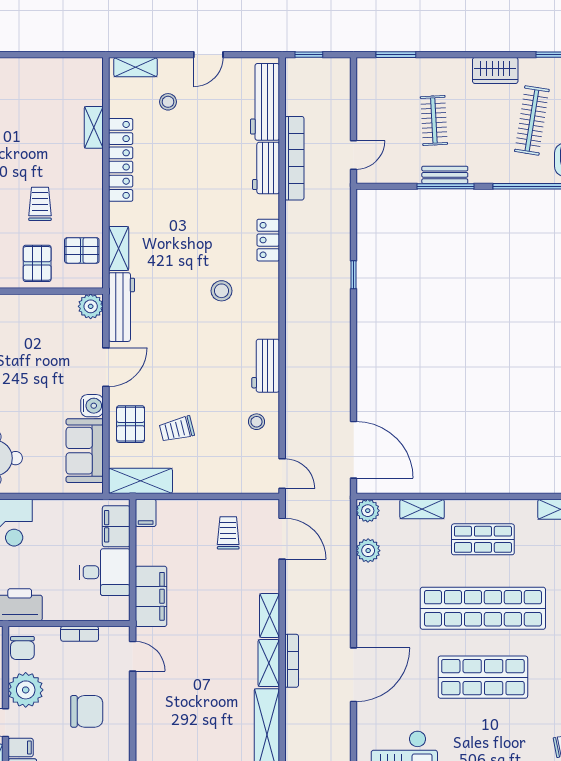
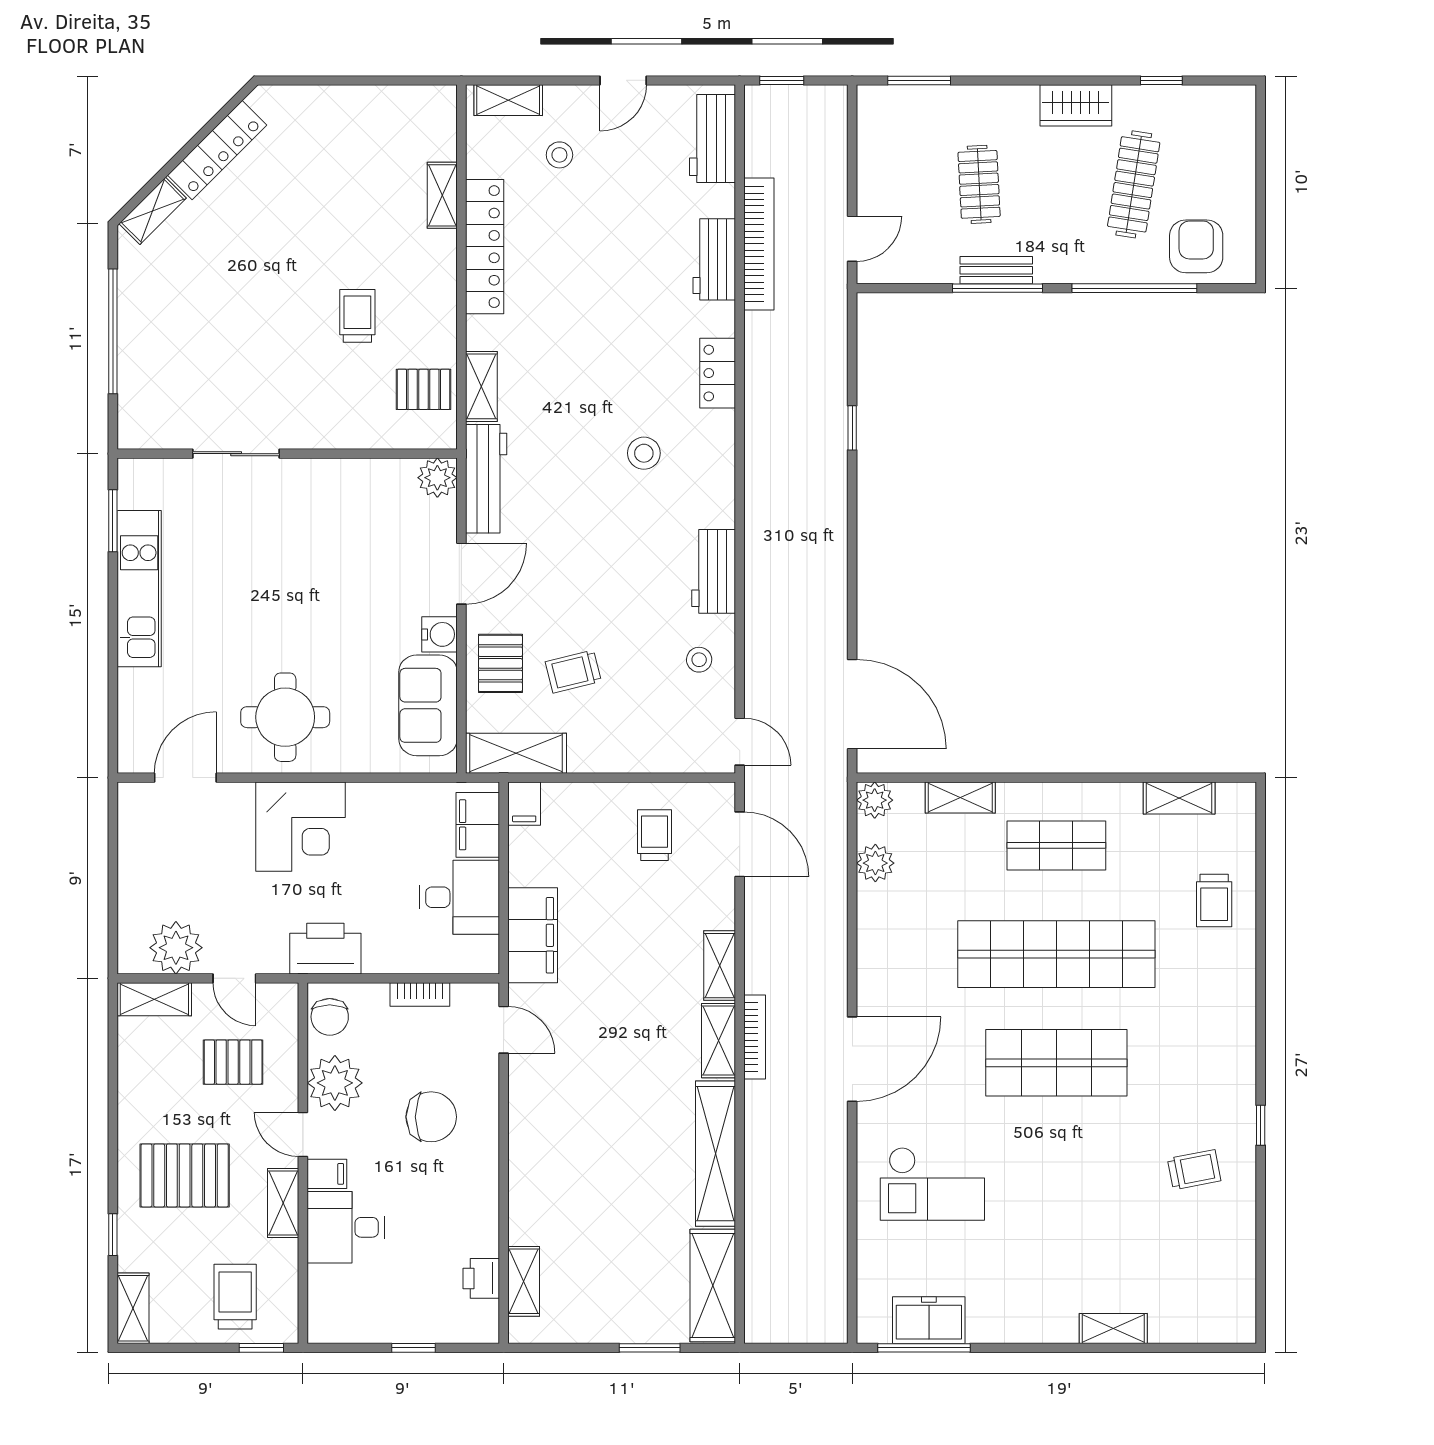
workbench: (265, 102) -> (712, 138), width x0.73
pallet: (37, 263) -> (353, 410), removed

